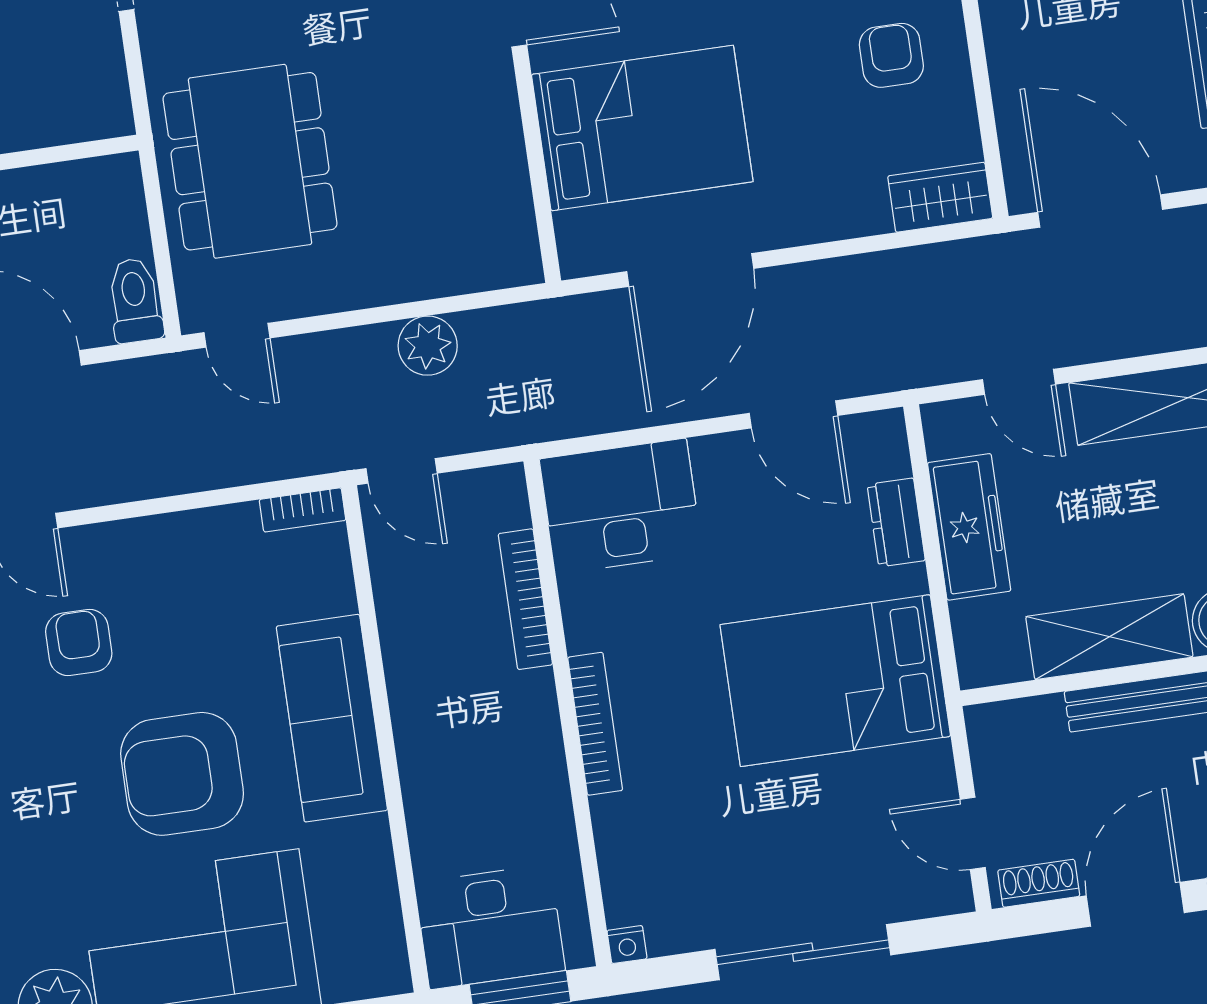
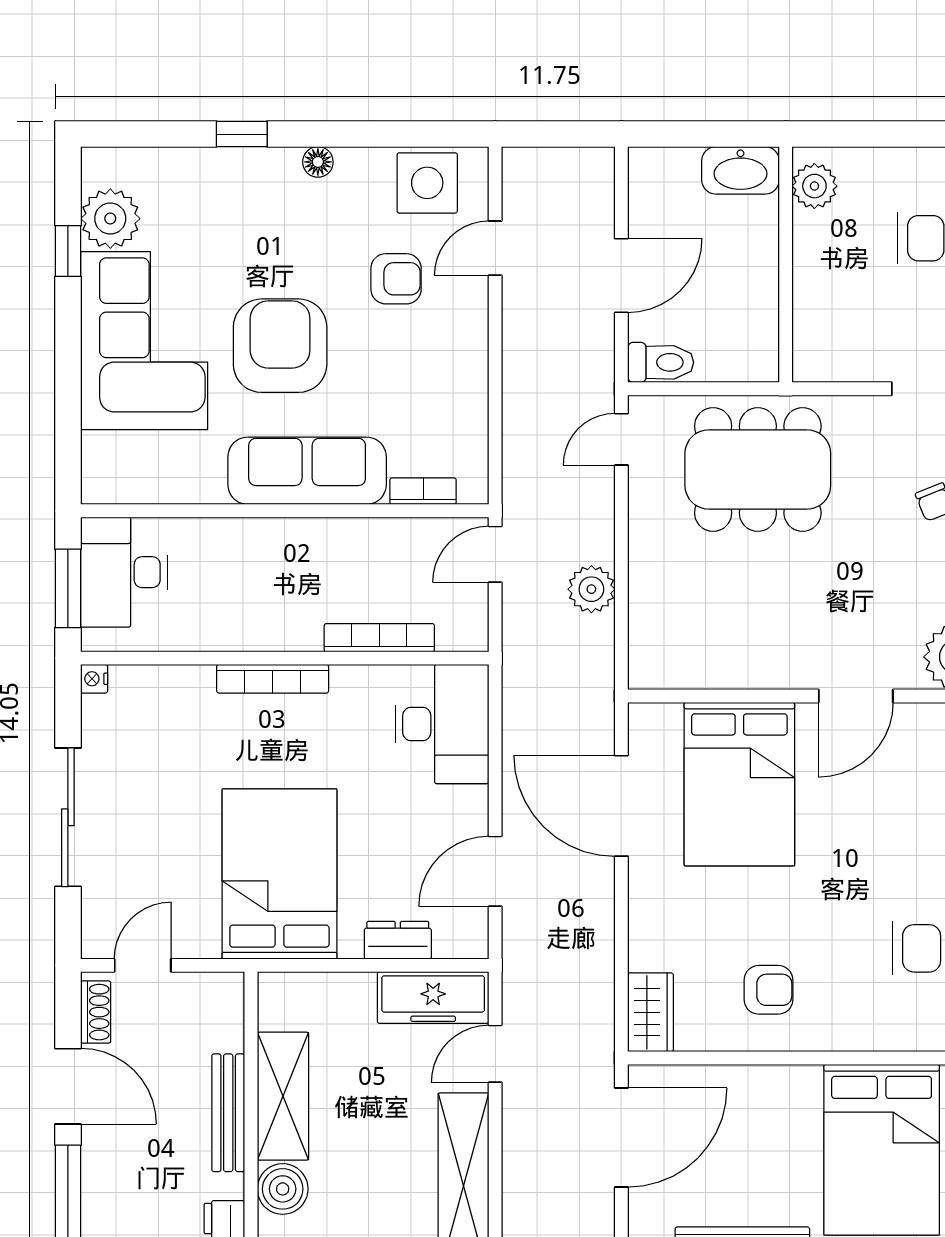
bookcase: (303, 510) -> (423, 491), moved, turned 90
freezer: (969, 527) -> (433, 998), moved

